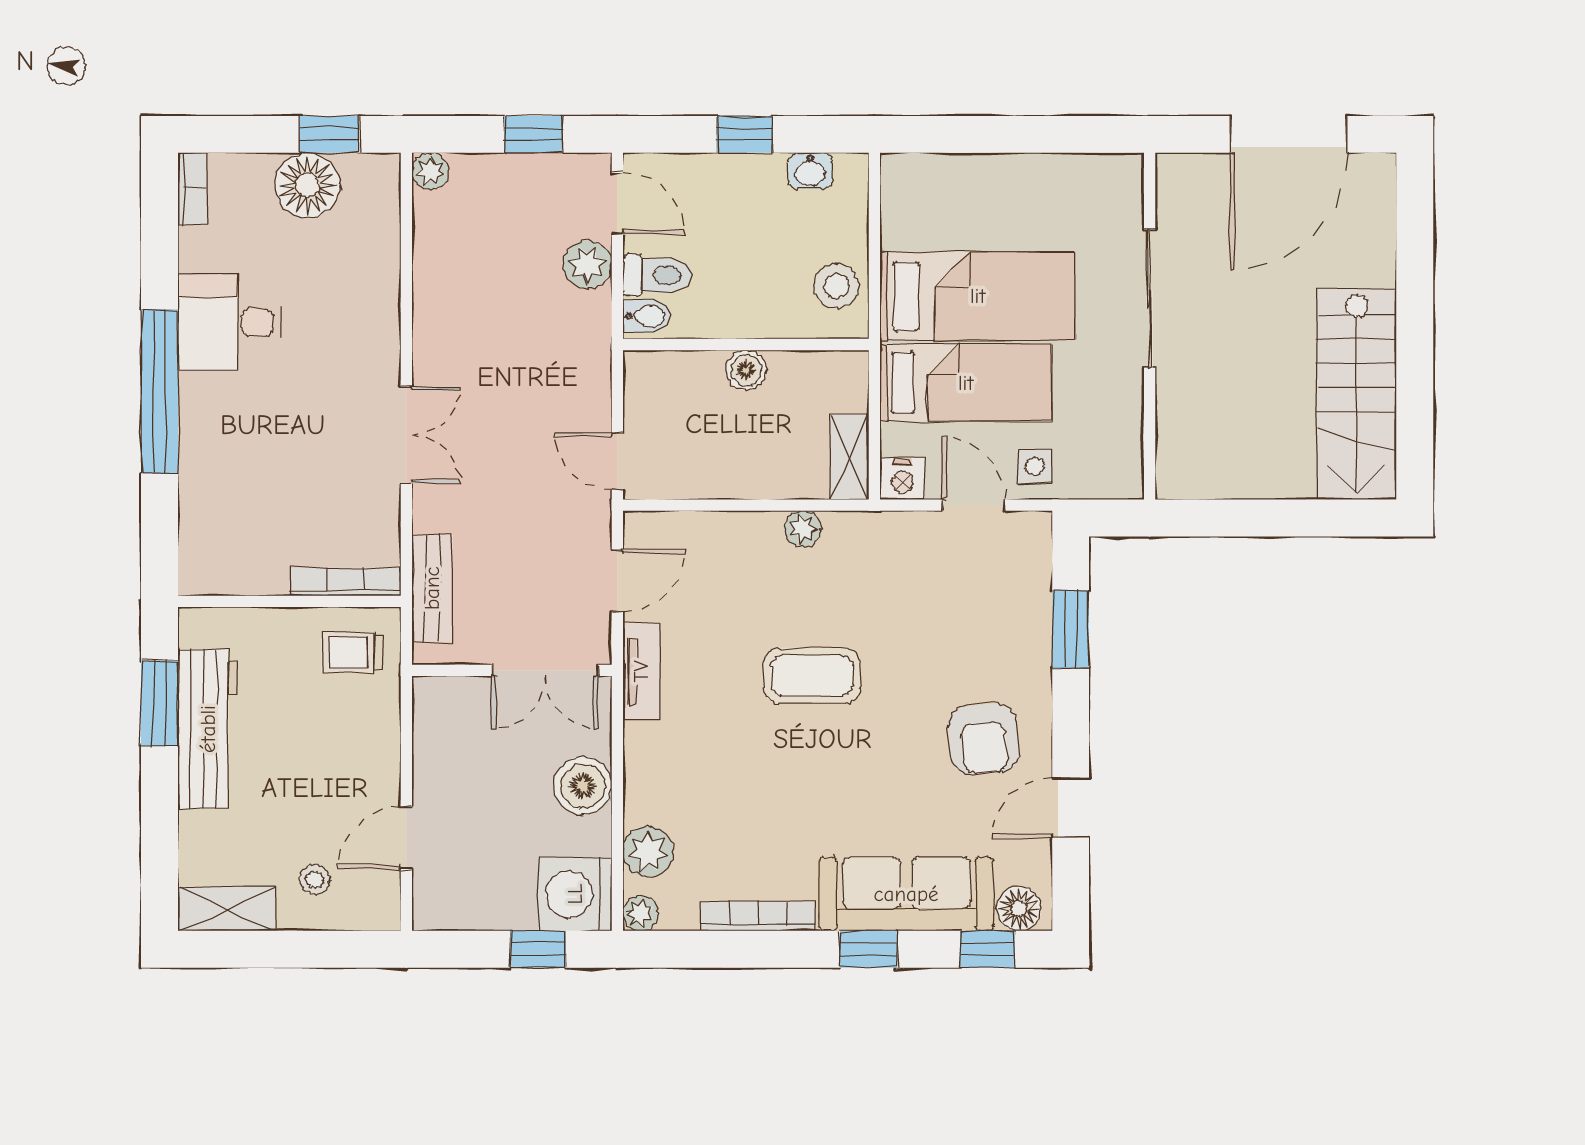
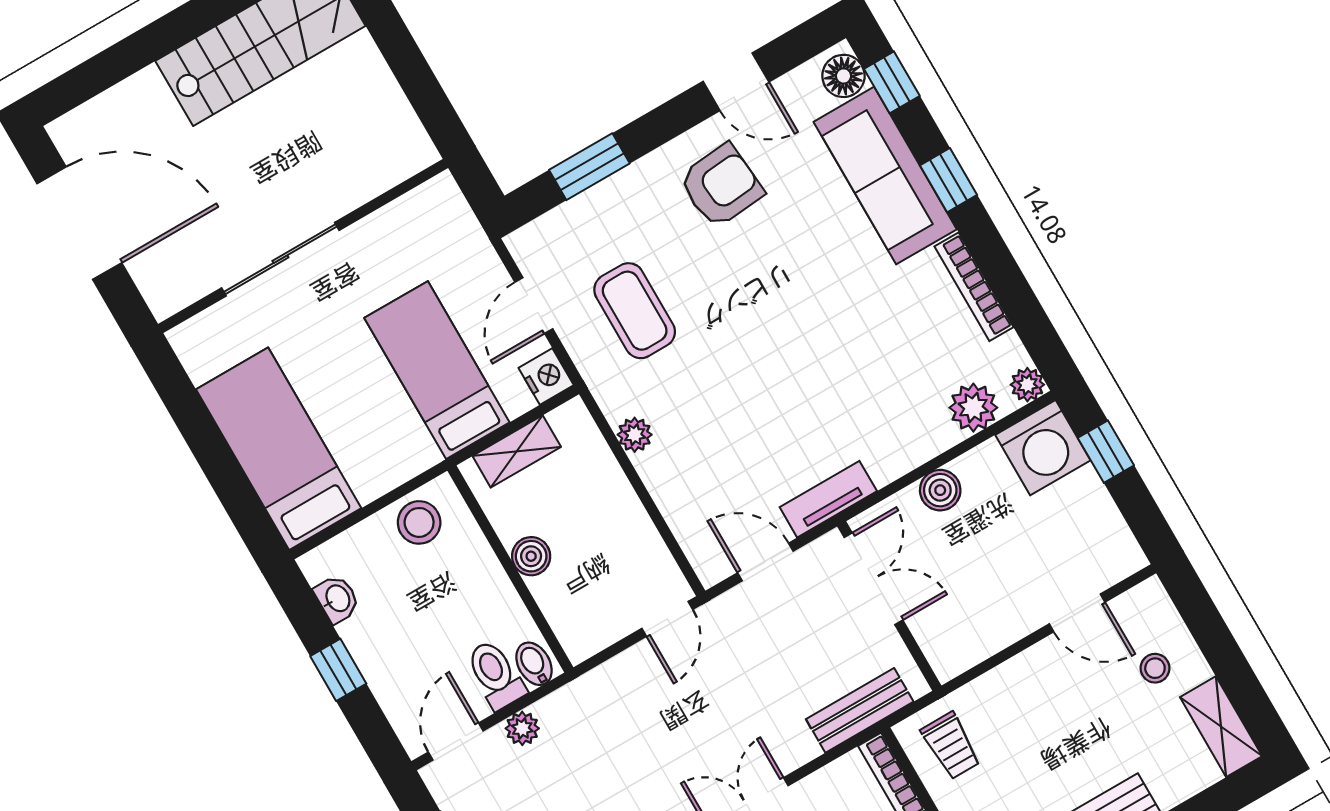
plant: (588, 264) -> (522, 728), width x0.73, depth x0.73
bed: (978, 296) -> (279, 449), moved
shelving: (849, 457) -> (517, 451), moved
side table: (1035, 466) -> (473, 273), removed
coffee table: (812, 676) -> (635, 311), moved
boiler: (583, 786) -> (940, 490), width x0.73, depth x0.73

